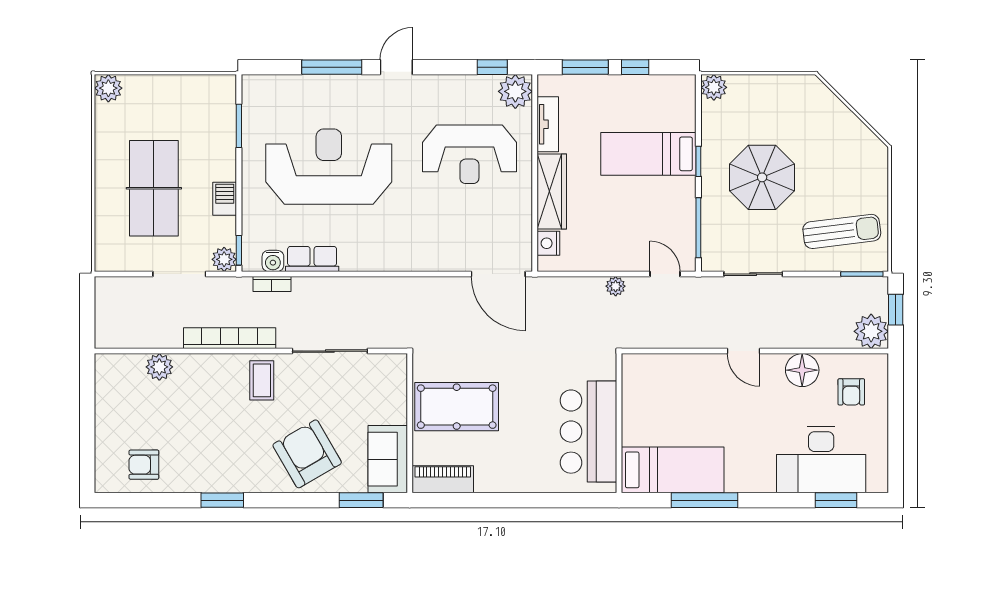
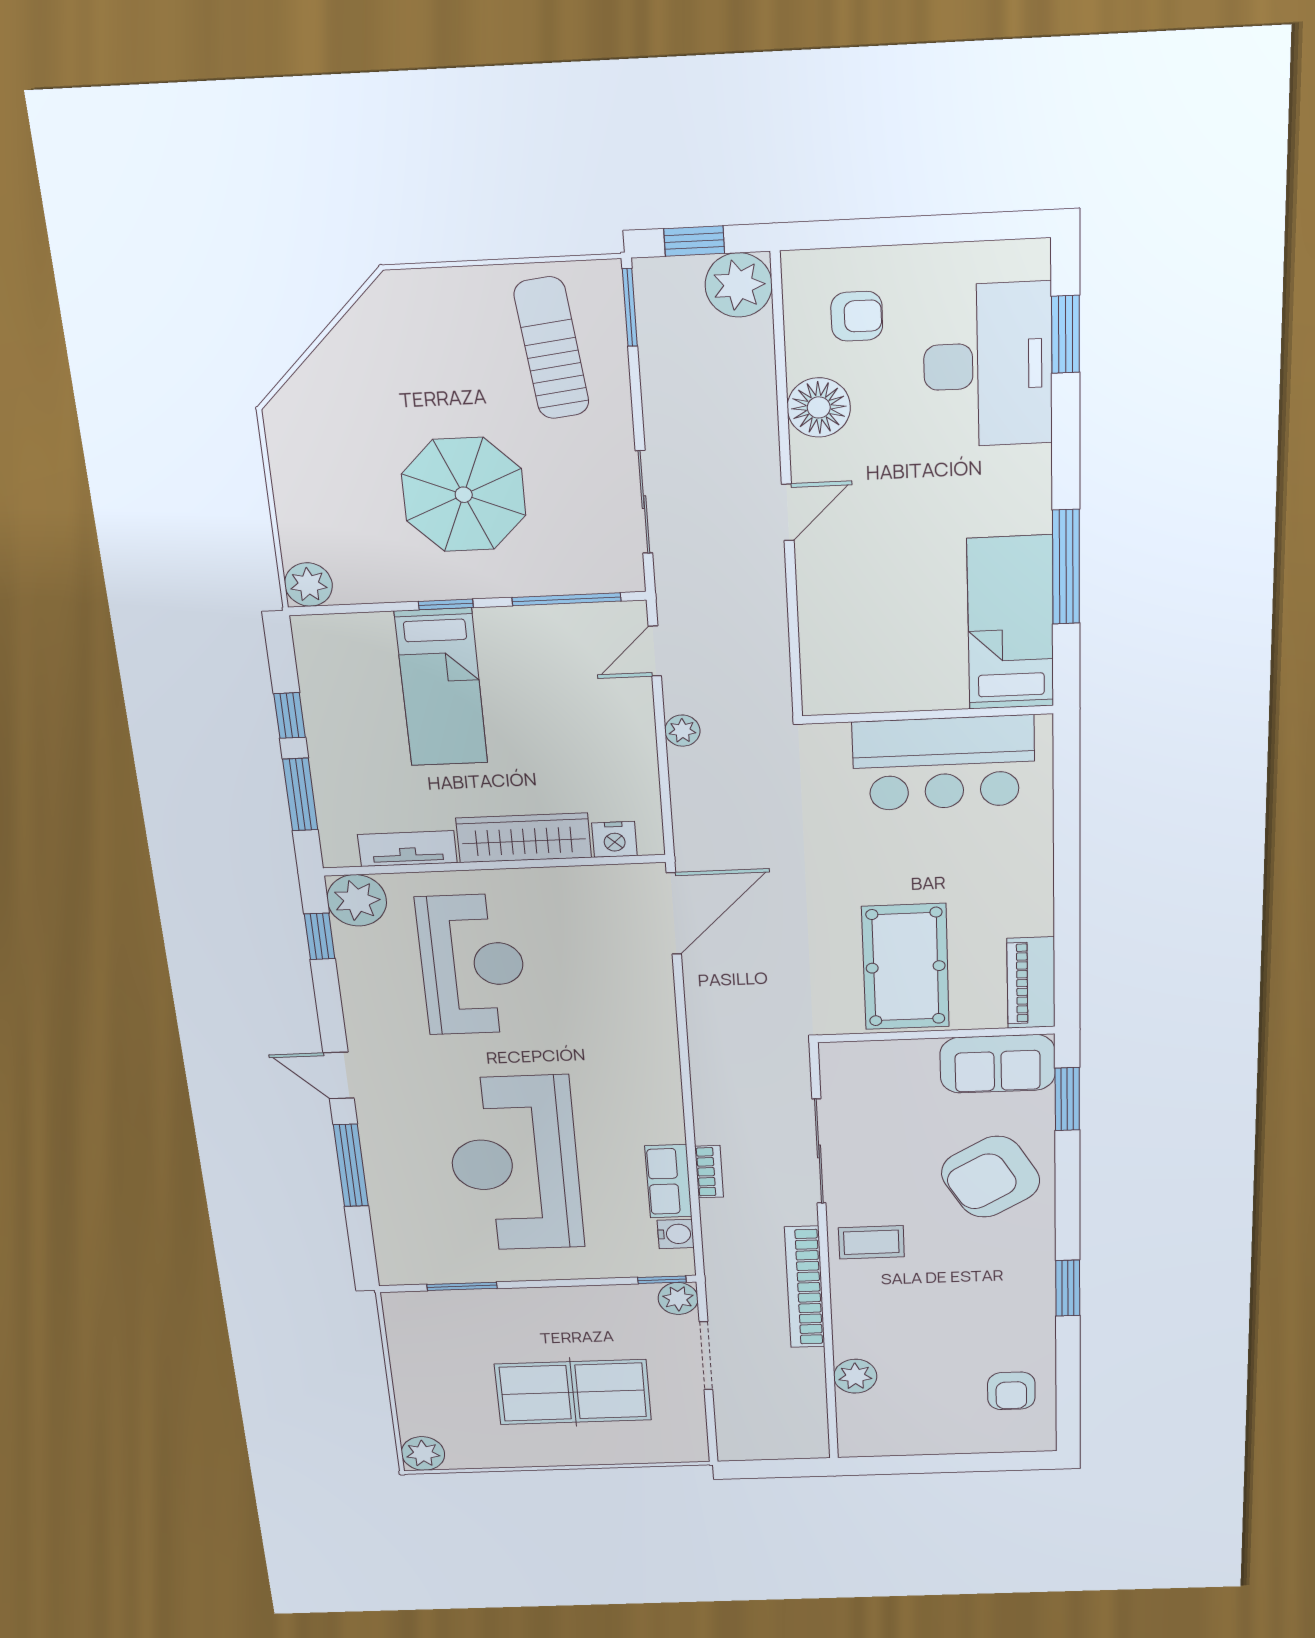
barbecue: (225, 199) -> (581, 1301), removed
bookcase: (272, 284) -> (709, 1172), moved

